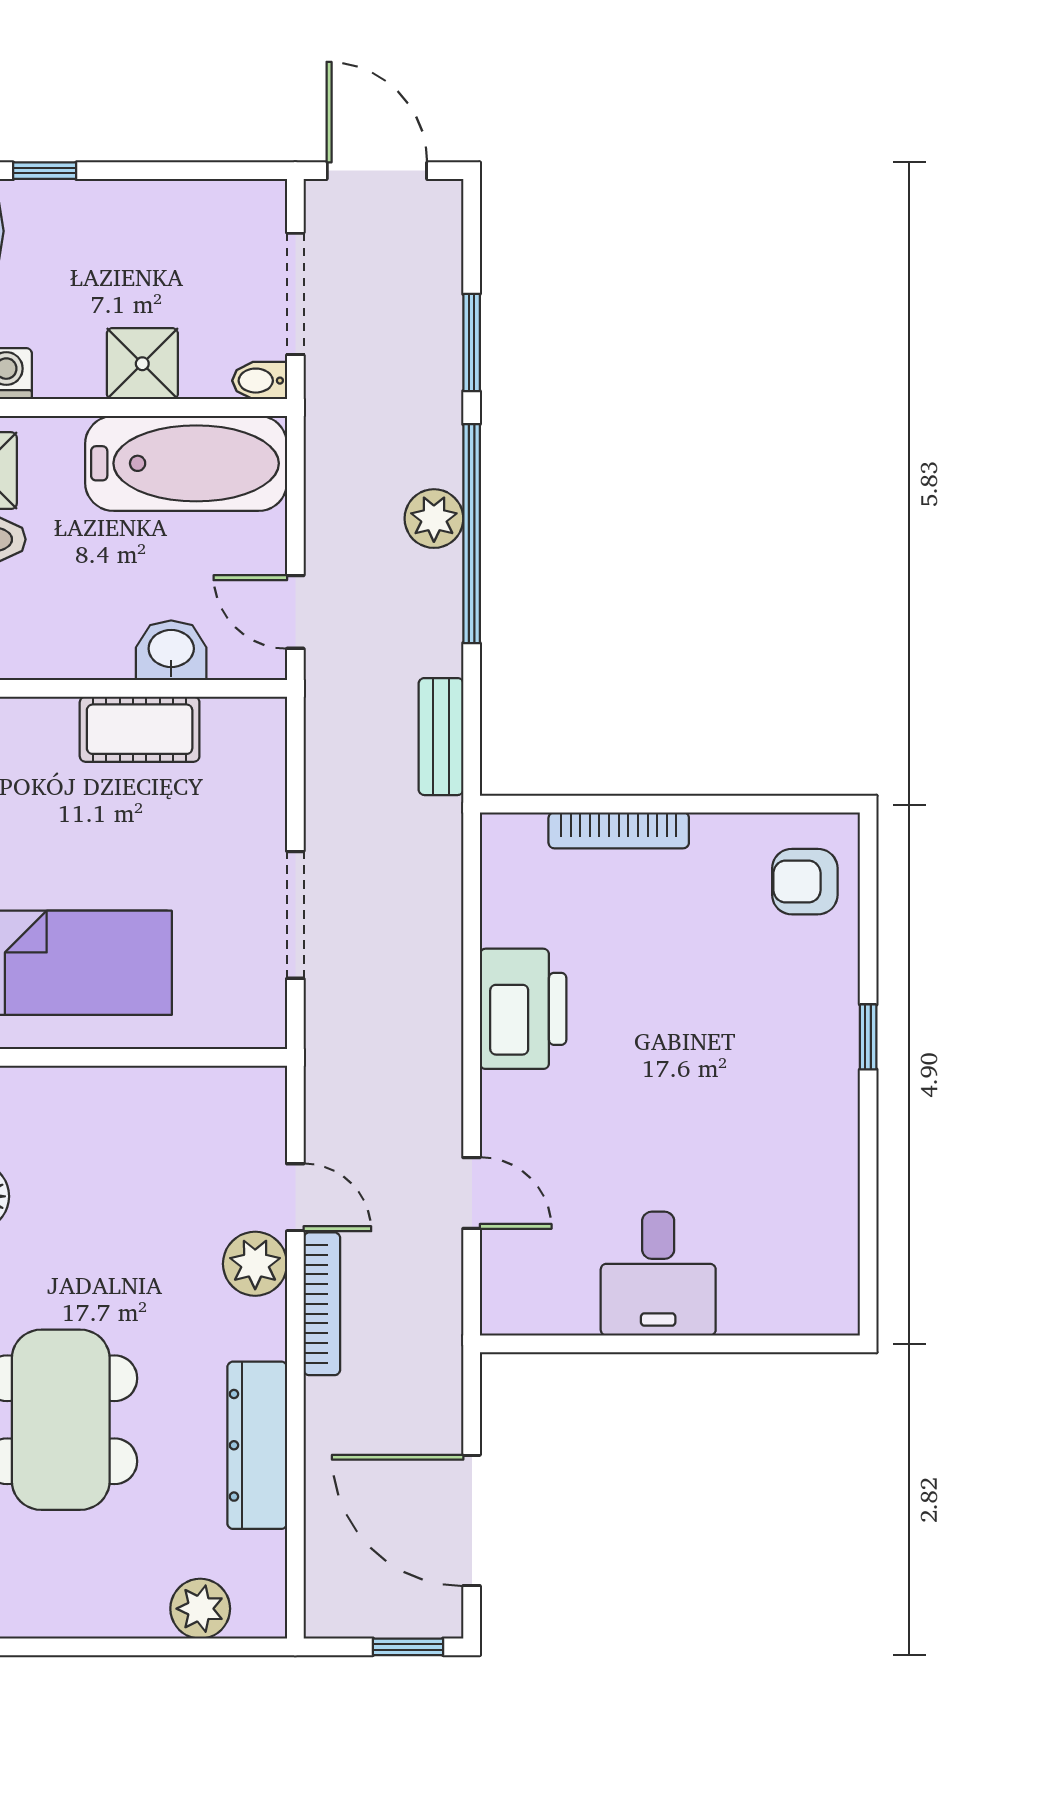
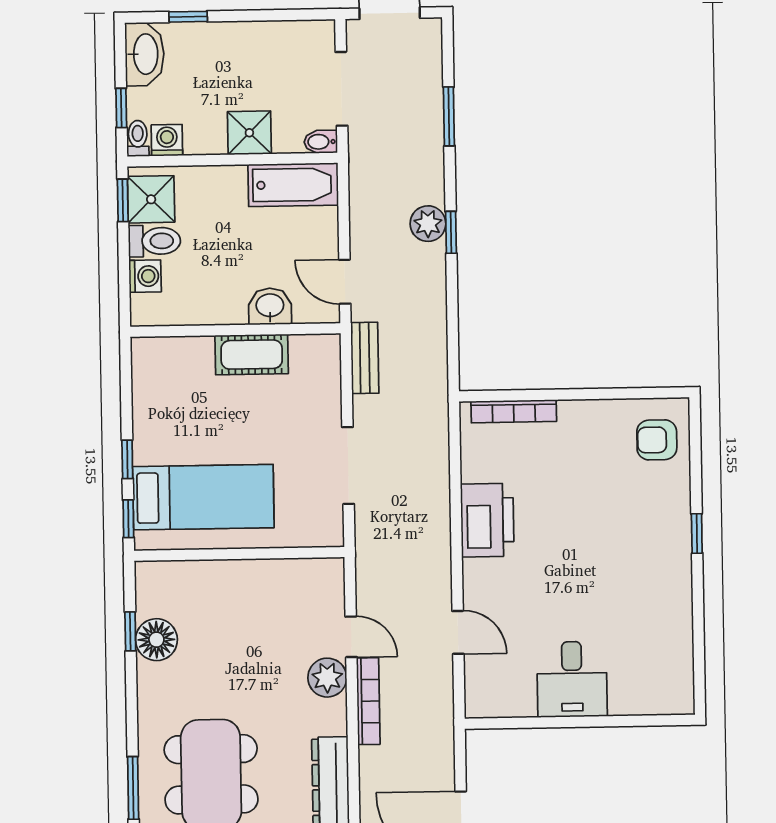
bathtub: (186, 463) -> (293, 185), width x0.73, depth x0.73
window: (472, 534) -> (451, 232), width x0.32
bench: (441, 737) -> (365, 358), moved
bookcase: (619, 830) -> (514, 411), moved

